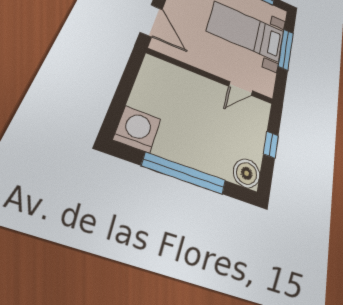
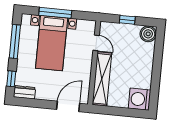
shelving: (184, 80) -> (102, 79), added
window: (184, 173) -> (157, 70), removed

